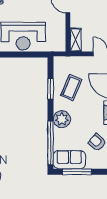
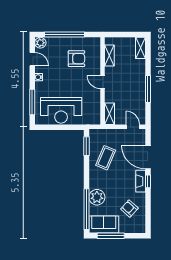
window: (51, 89) -> (86, 146), moved
plant: (62, 119) -> (97, 197), moved

